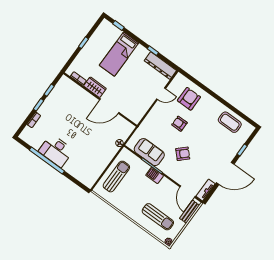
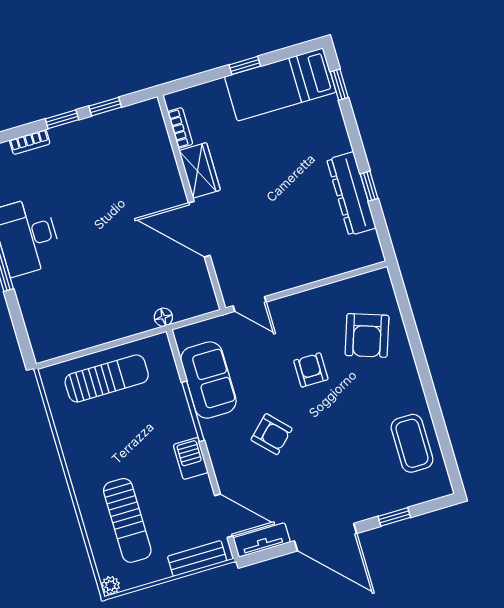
bed: (119, 54) -> (280, 84), moved
dresser: (160, 66) -> (351, 194), moved
door: (161, 94) -> (250, 304), moved
armchair: (189, 99) -> (367, 335), turned 109
barbecue: (155, 175) -> (191, 459), moved
door: (188, 192) -> (224, 516), swing flipped

